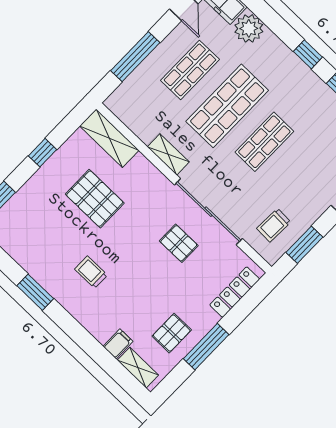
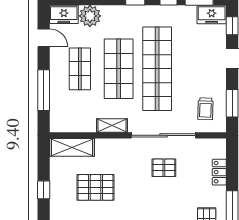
shop shelf: (264, 142) -> (157, 69), width x2.00, depth x1.36
locker: (235, 292) -> (219, 172), width x0.66

